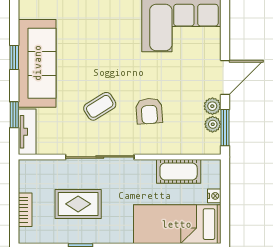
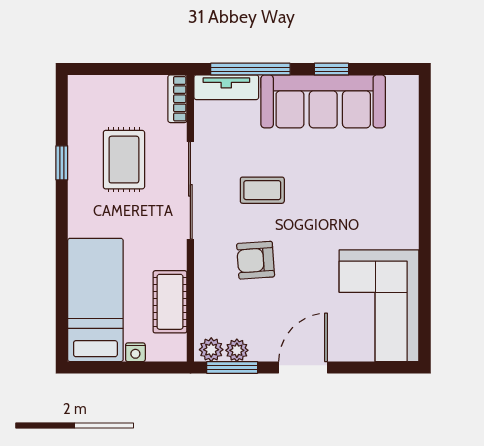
door: (225, 78) -> (303, 367), swing flipped
coffee table: (100, 106) -> (262, 190), turned -58
plant: (212, 106) -> (211, 350), moved
window: (14, 115) -> (250, 69), width x2.17
bookcase: (25, 210) -> (177, 99), moved, turned 90

